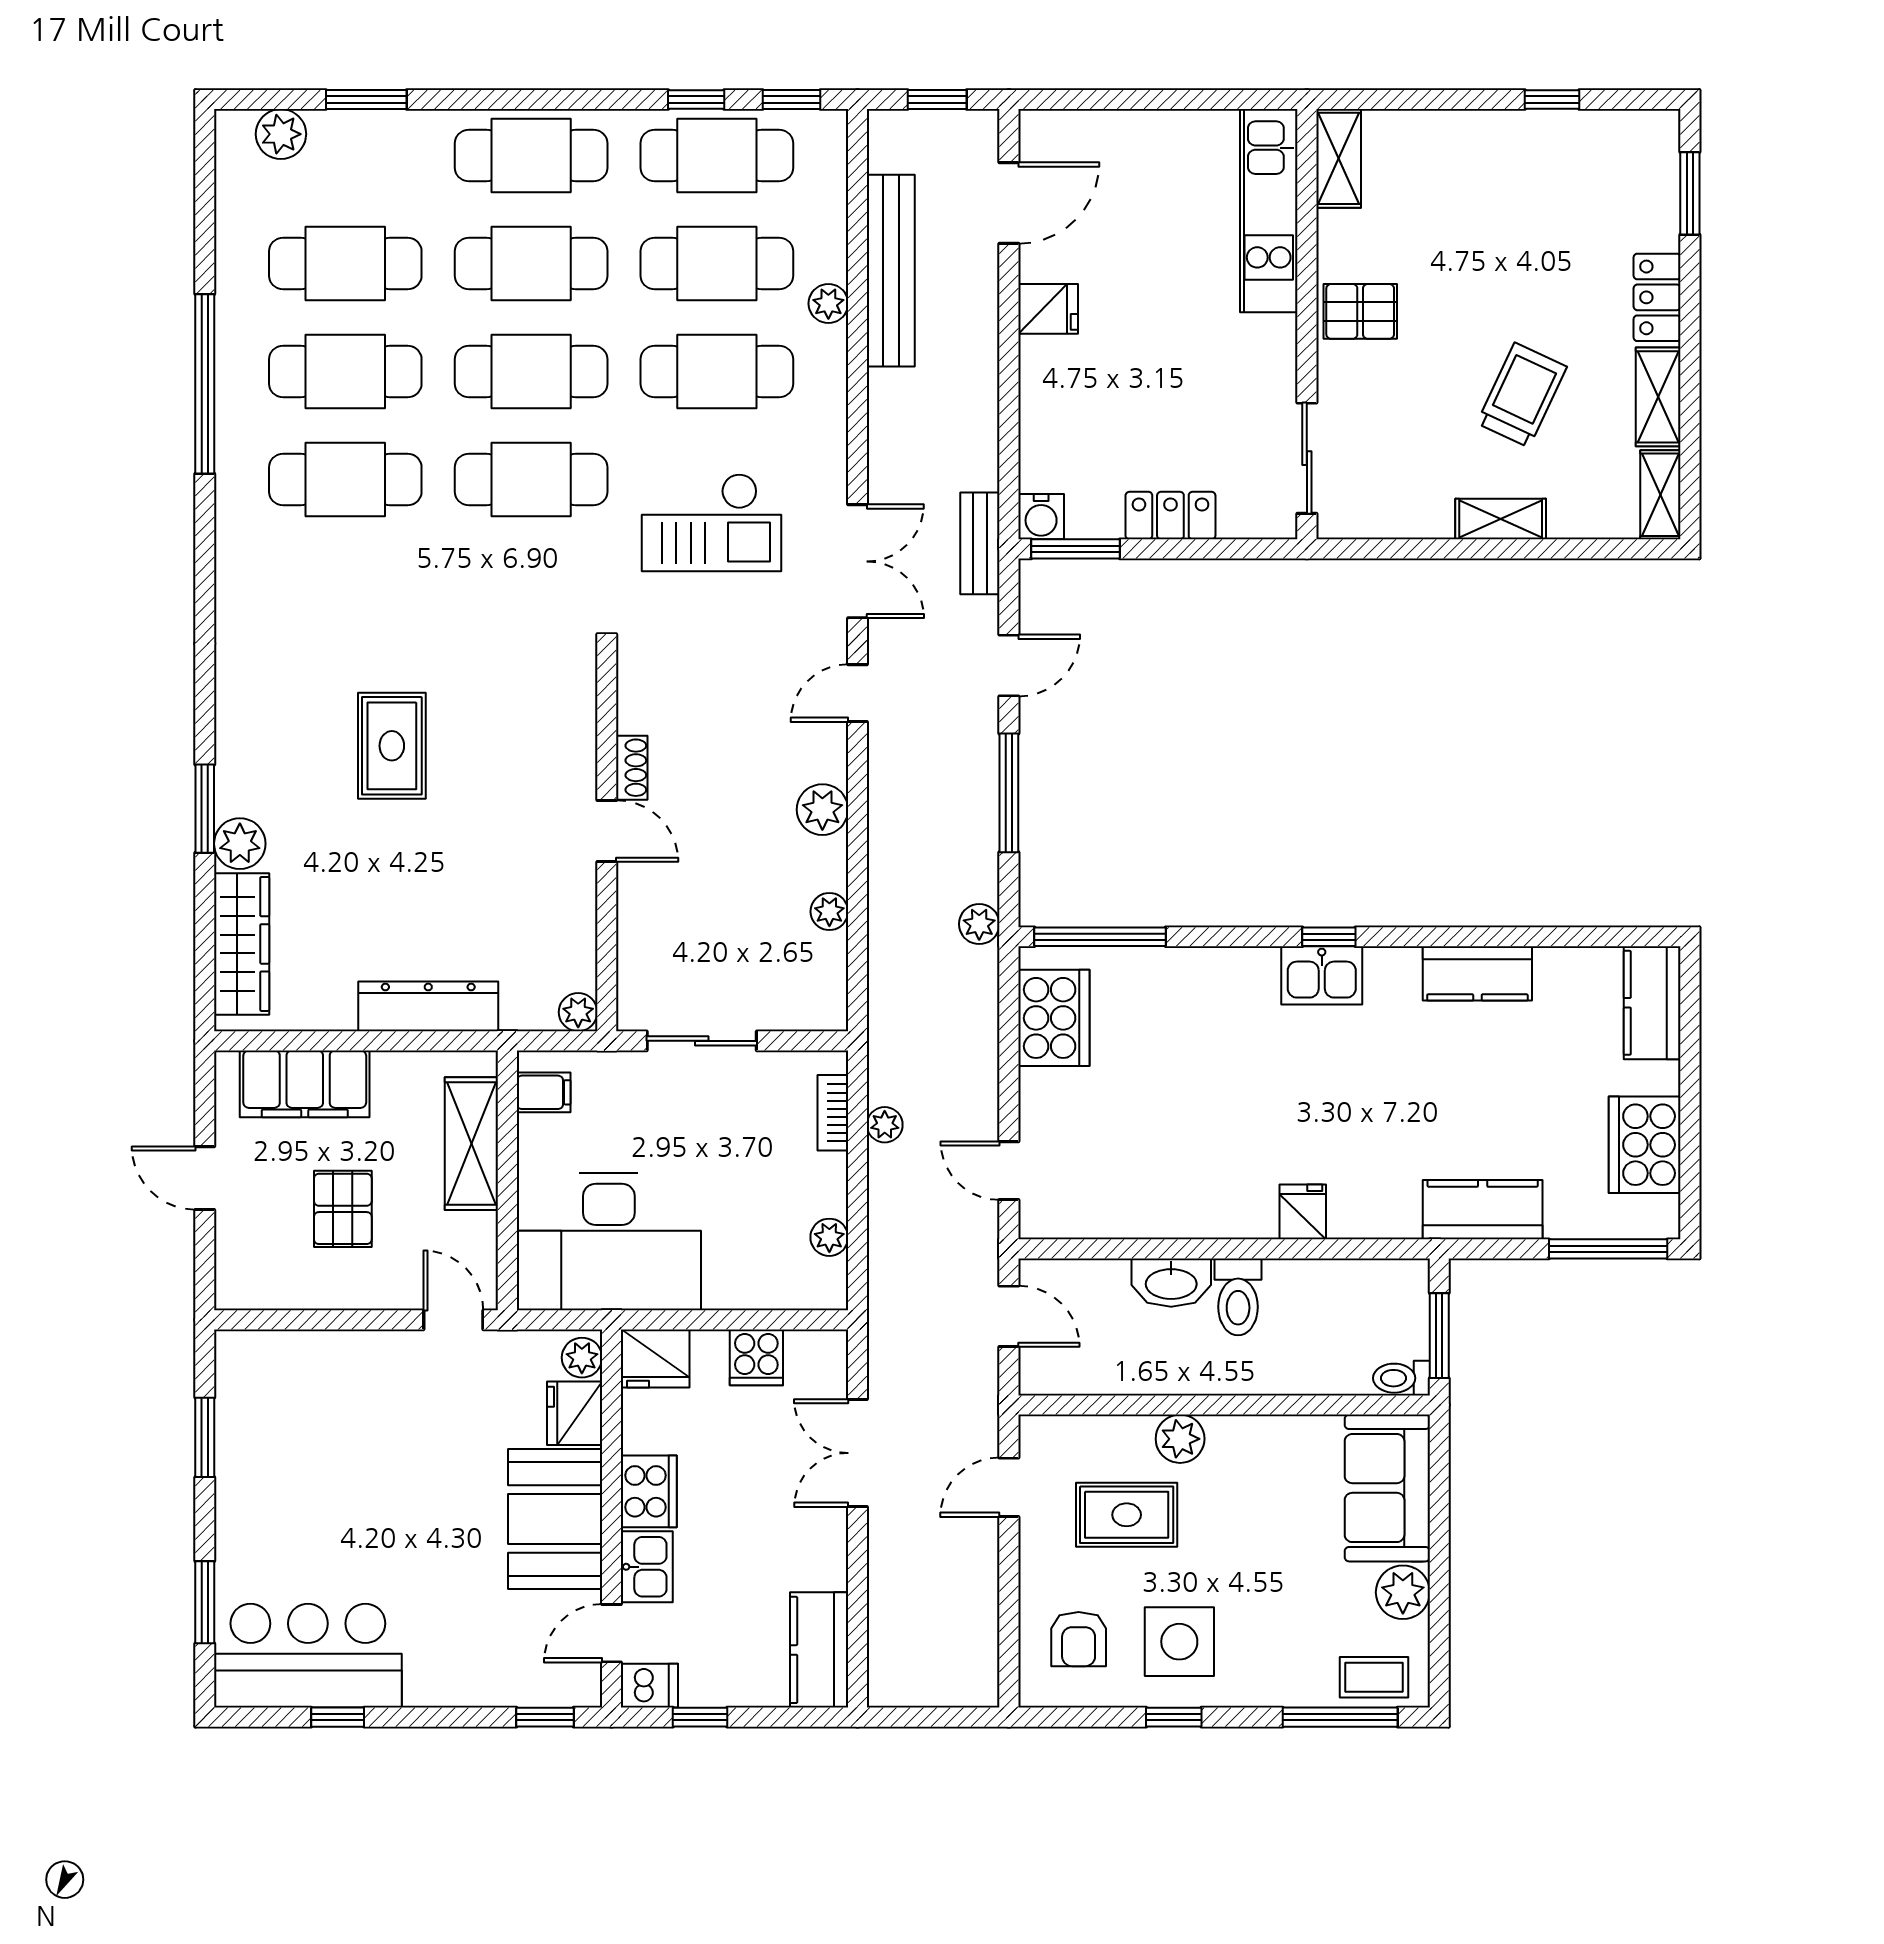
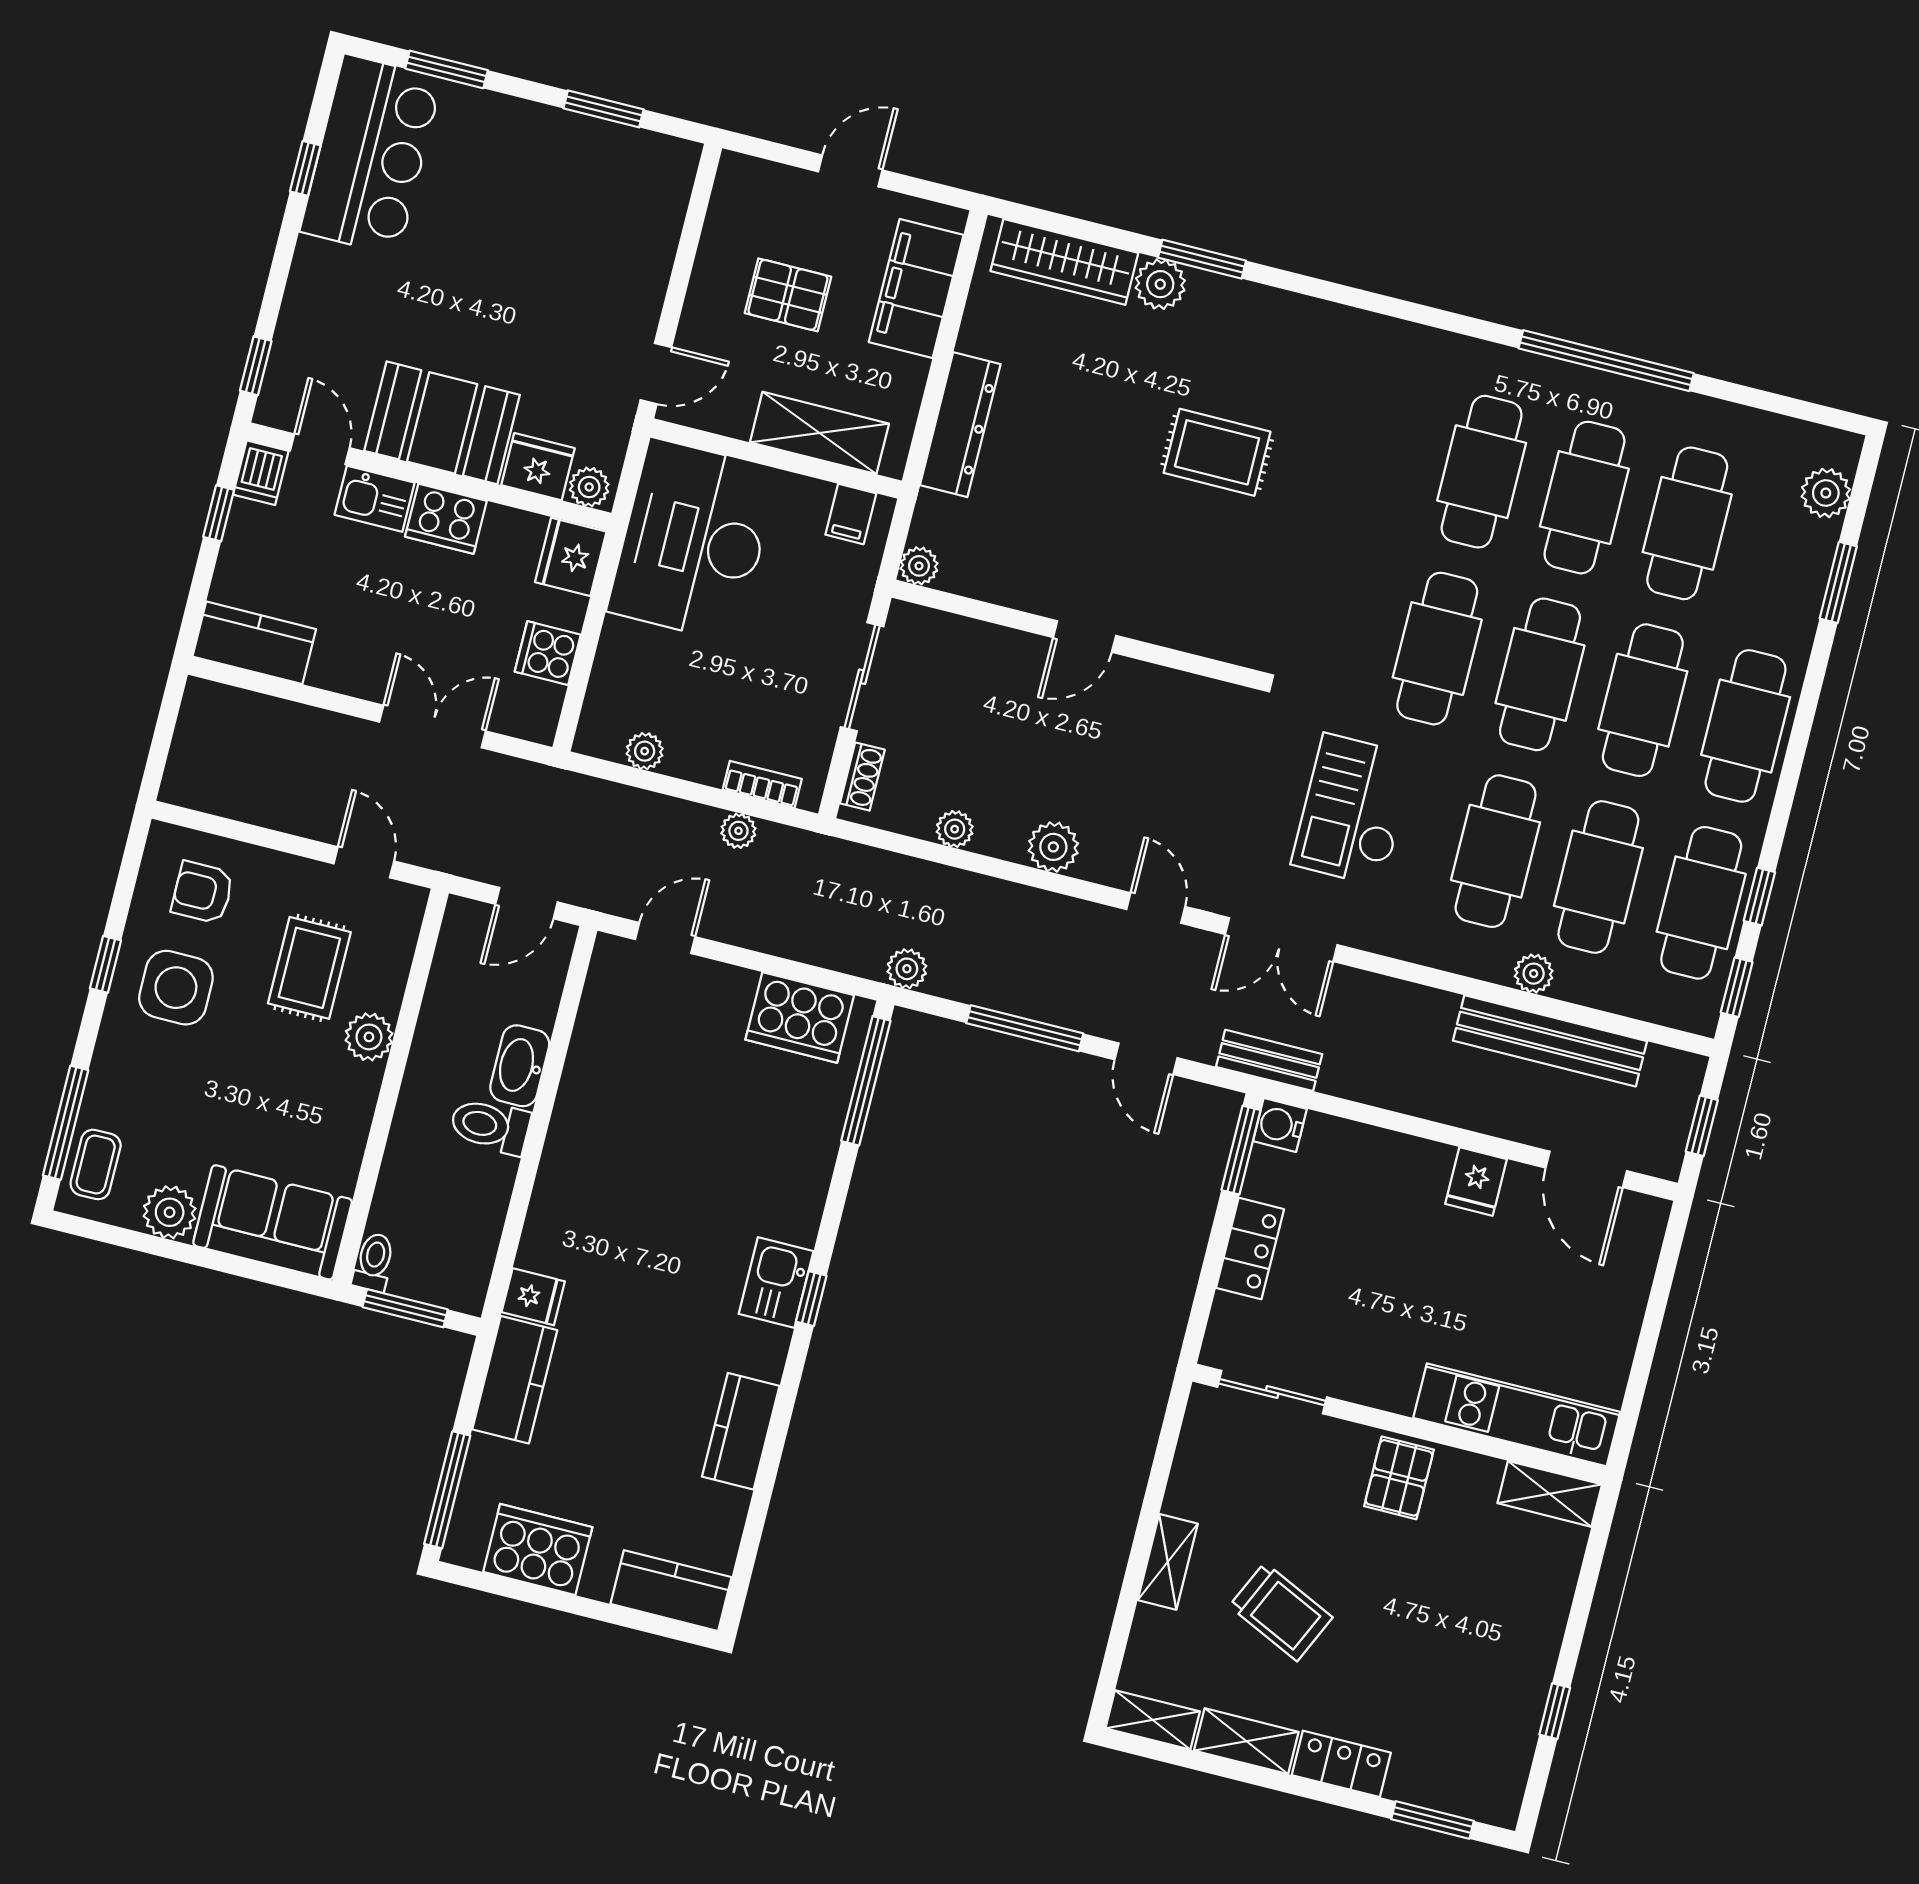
shoe rack: (632, 768) -> (862, 777), moved, turned -90
fridge: (1303, 1212) -> (533, 1297), moved

